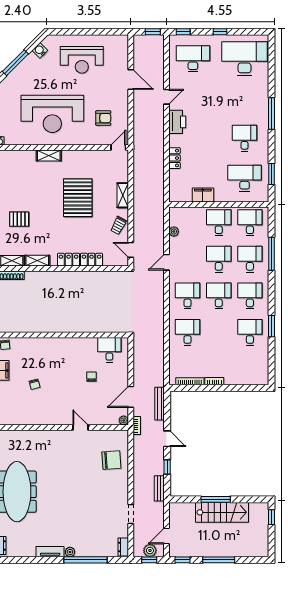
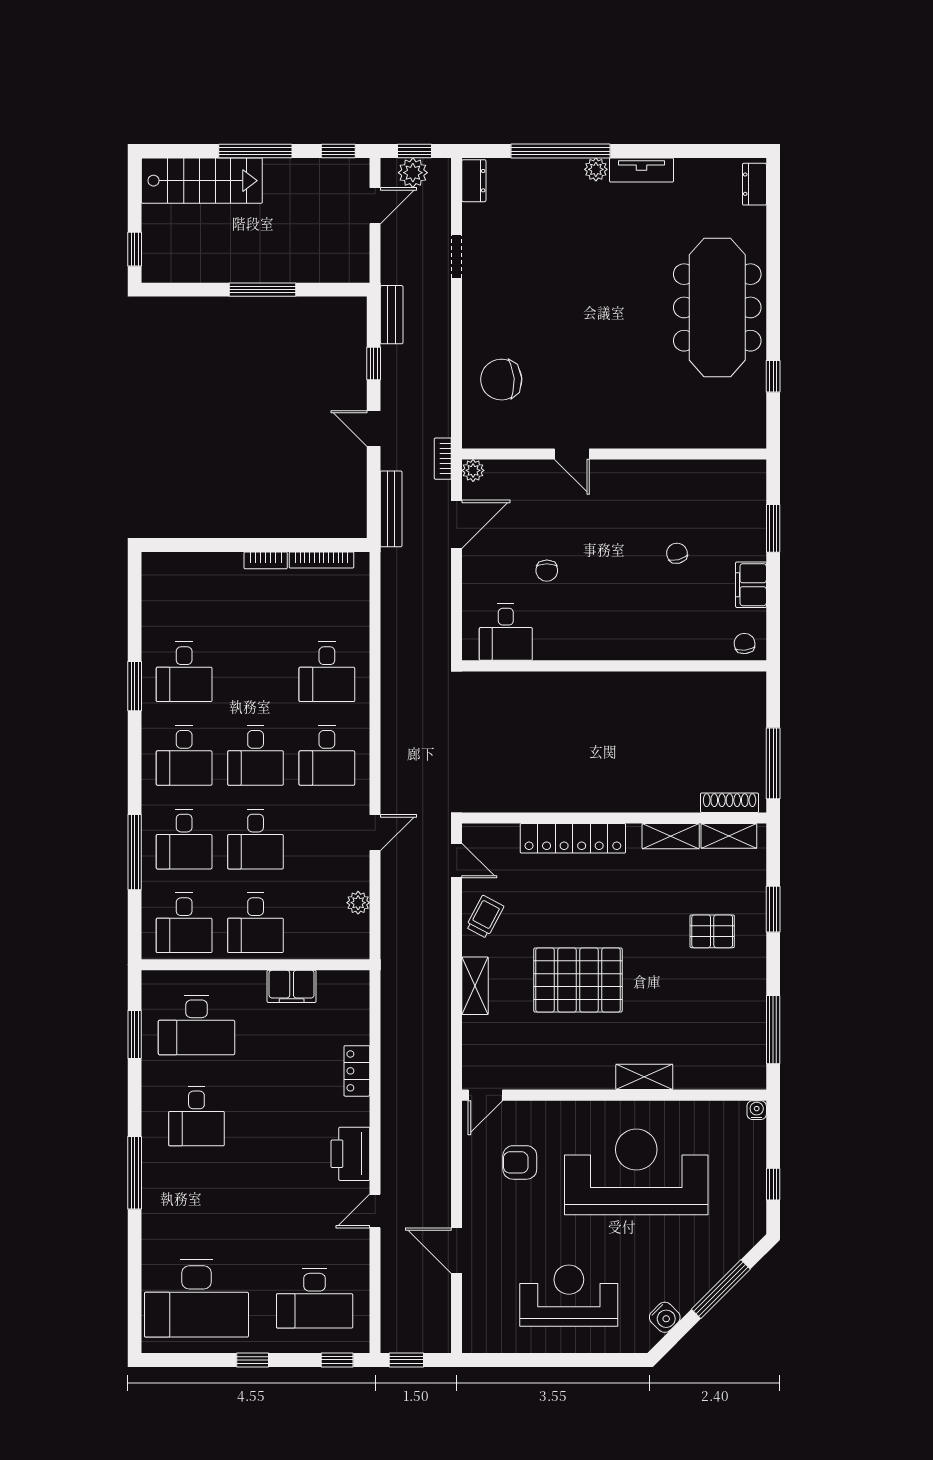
pallet: (78, 198) -> (578, 980), turned 90
stairs: (222, 512) -> (202, 181), moved, turned 180

